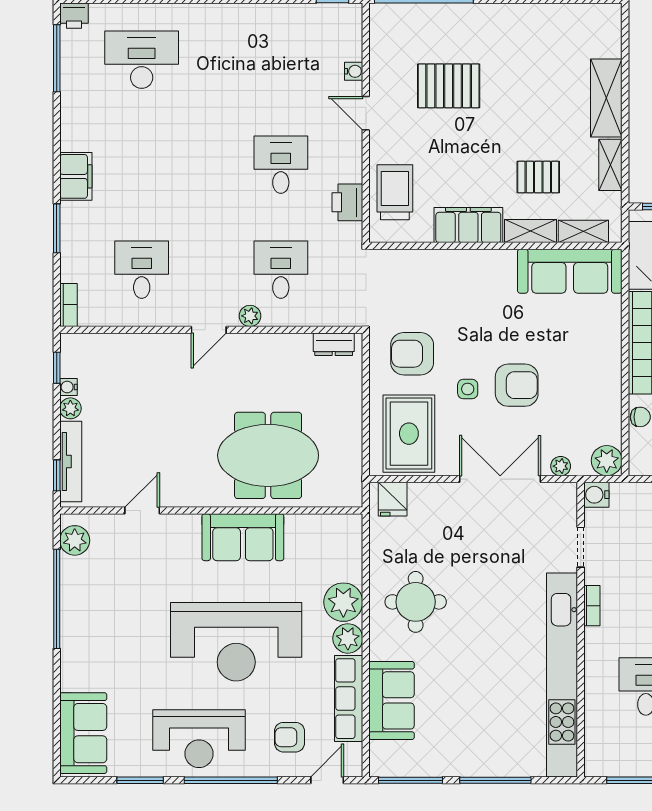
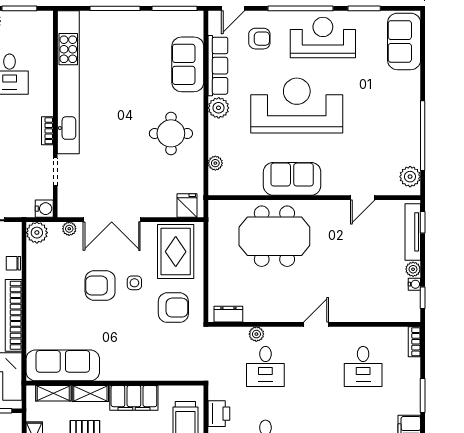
plant: (250, 316) -> (256, 334), moved
plant: (343, 602) -> (215, 163), moved, width x0.53, depth x0.53

